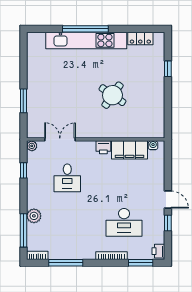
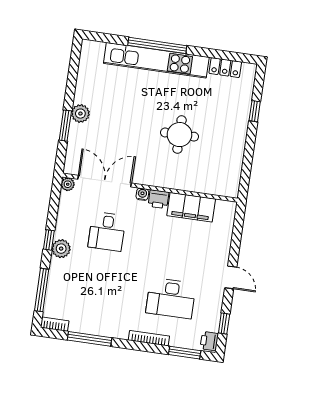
plant: (34, 90) -> (80, 114), added
round table: (112, 95) -> (179, 135), turned -35
double door: (60, 139) -> (105, 181), width x1.37
water cooler: (153, 145) -> (142, 194), moved
window: (23, 170) -> (49, 240), moved
plant: (34, 216) -> (61, 249), moved
window: (168, 223) -> (224, 323), moved

